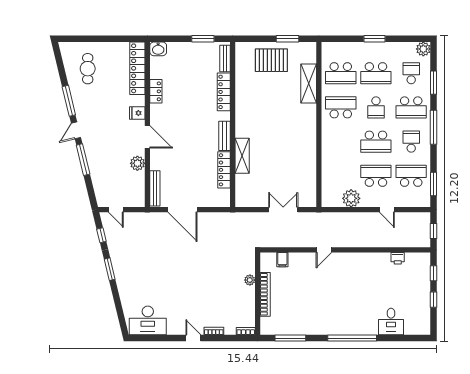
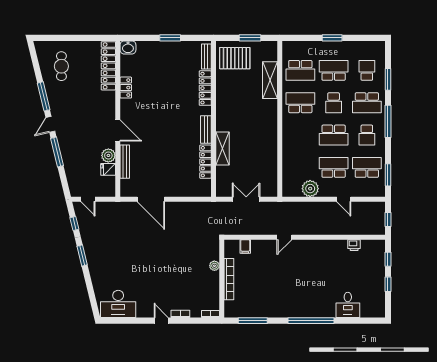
plant: (423, 49) -> (378, 48), removed
bench: (225, 59) -> (206, 57), moved
school desk: (376, 73) -> (334, 70), turned 180
locker: (224, 92) -> (205, 88), moved
fridge: (137, 113) -> (108, 169), moved
wall: (233, 124) -> (214, 119), moved
bench: (224, 136) -> (206, 130), moved
school desk: (411, 142) -> (367, 135), turned 180
shelving: (242, 156) -> (223, 148), moved
locker: (224, 170) -> (205, 162), moved
bench: (155, 188) -> (125, 162), moved

